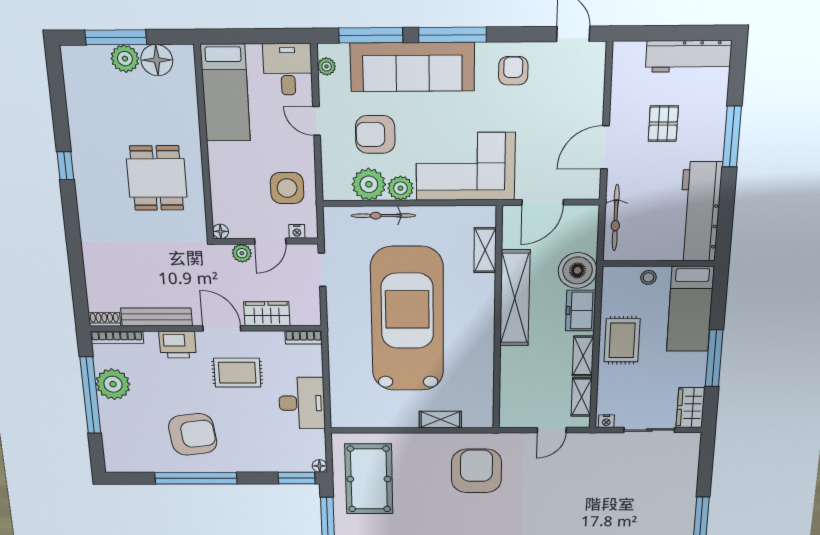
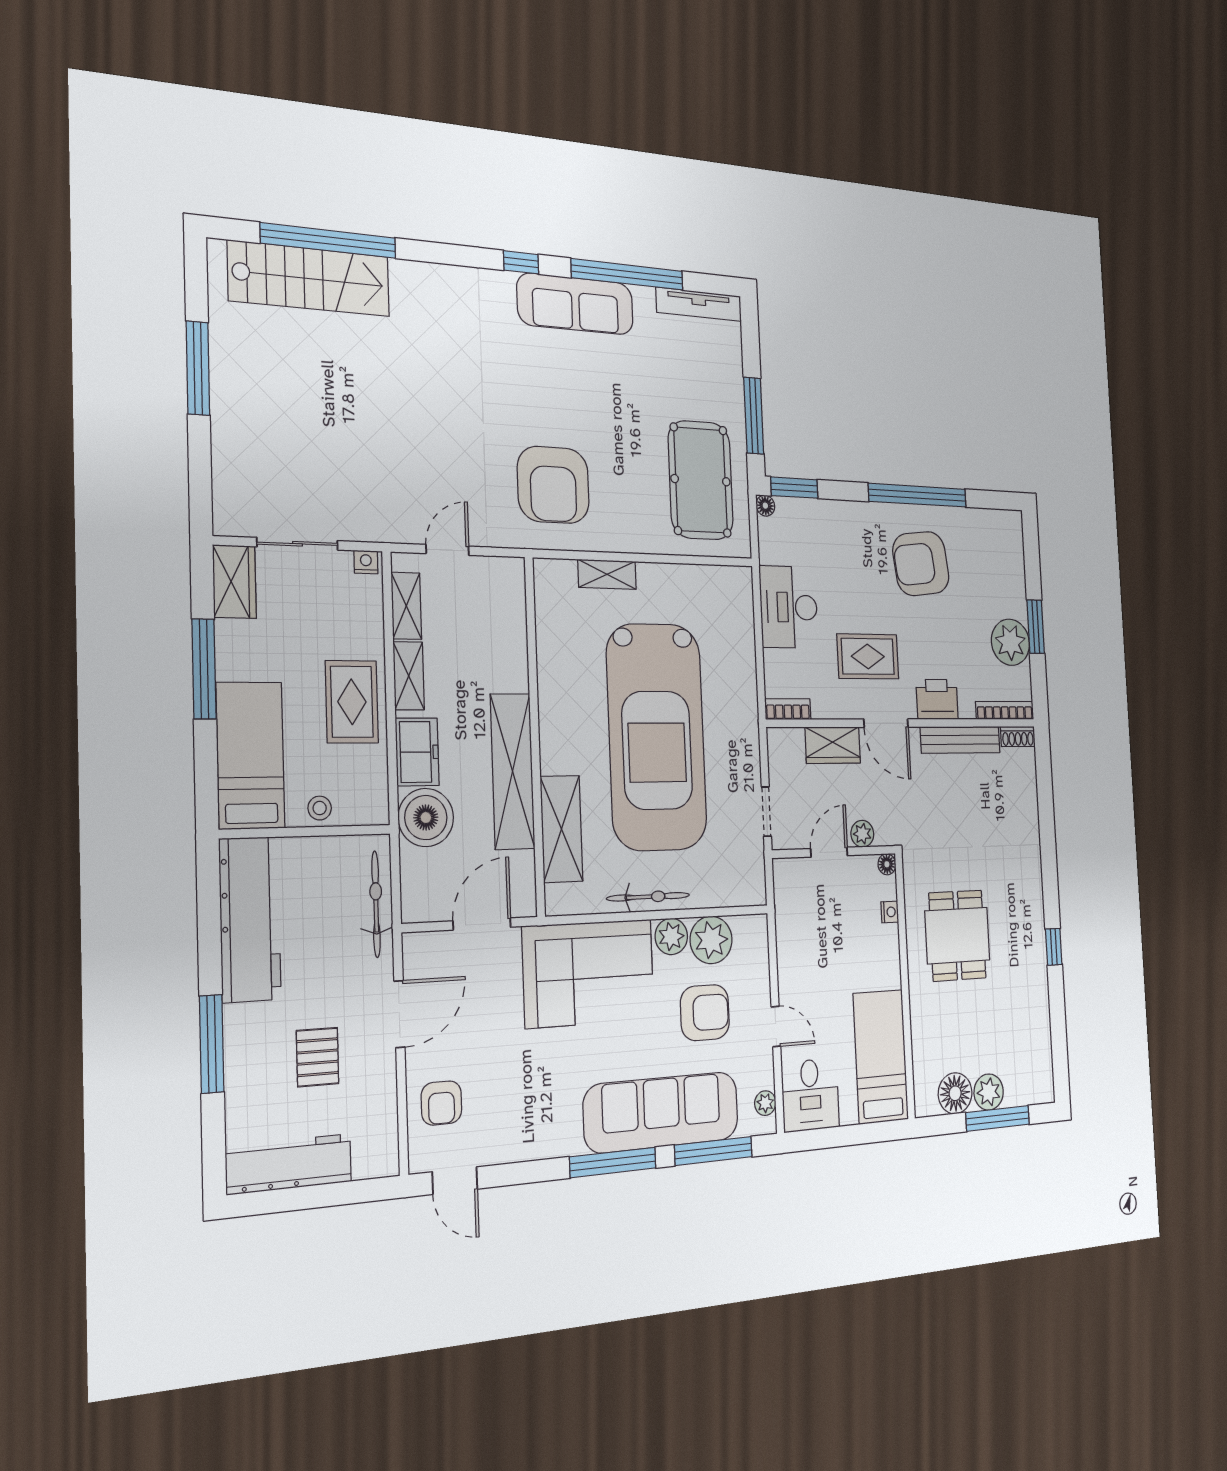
armchair: (513, 71) -> (441, 1103), moved
side table: (287, 188) -> (810, 929), removed
bicycle: (383, 216) -> (648, 897), moved
nightstand: (297, 231) -> (890, 912), moved, turned 90
shelving: (485, 250) -> (561, 829), width x1.50, depth x1.33
window: (90, 395) -> (1036, 627), width x0.47

